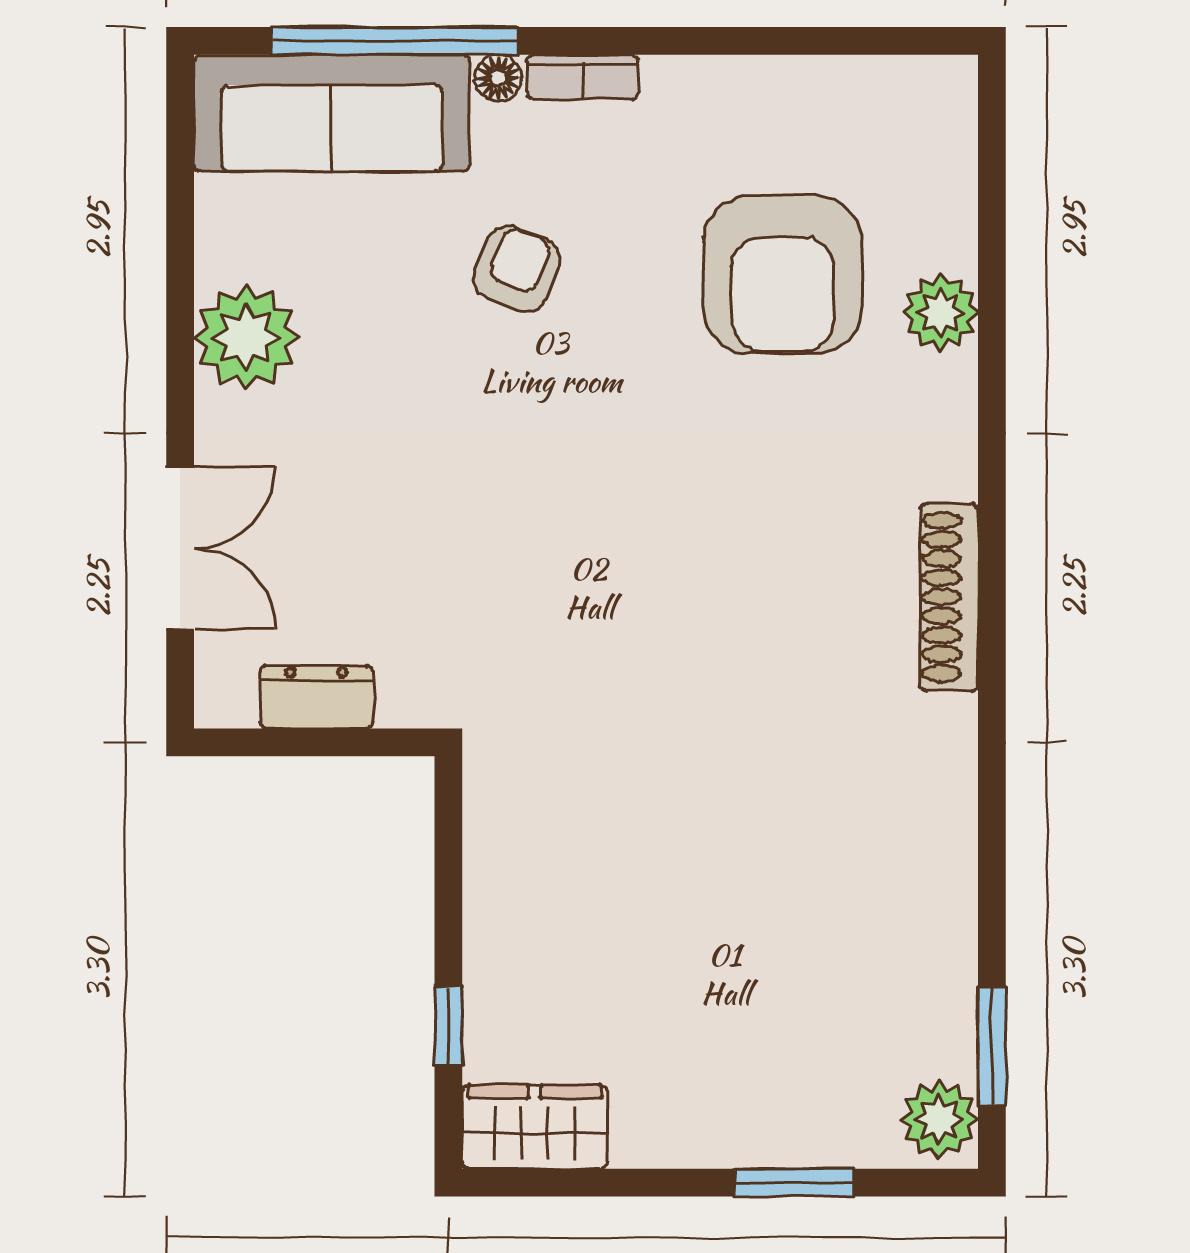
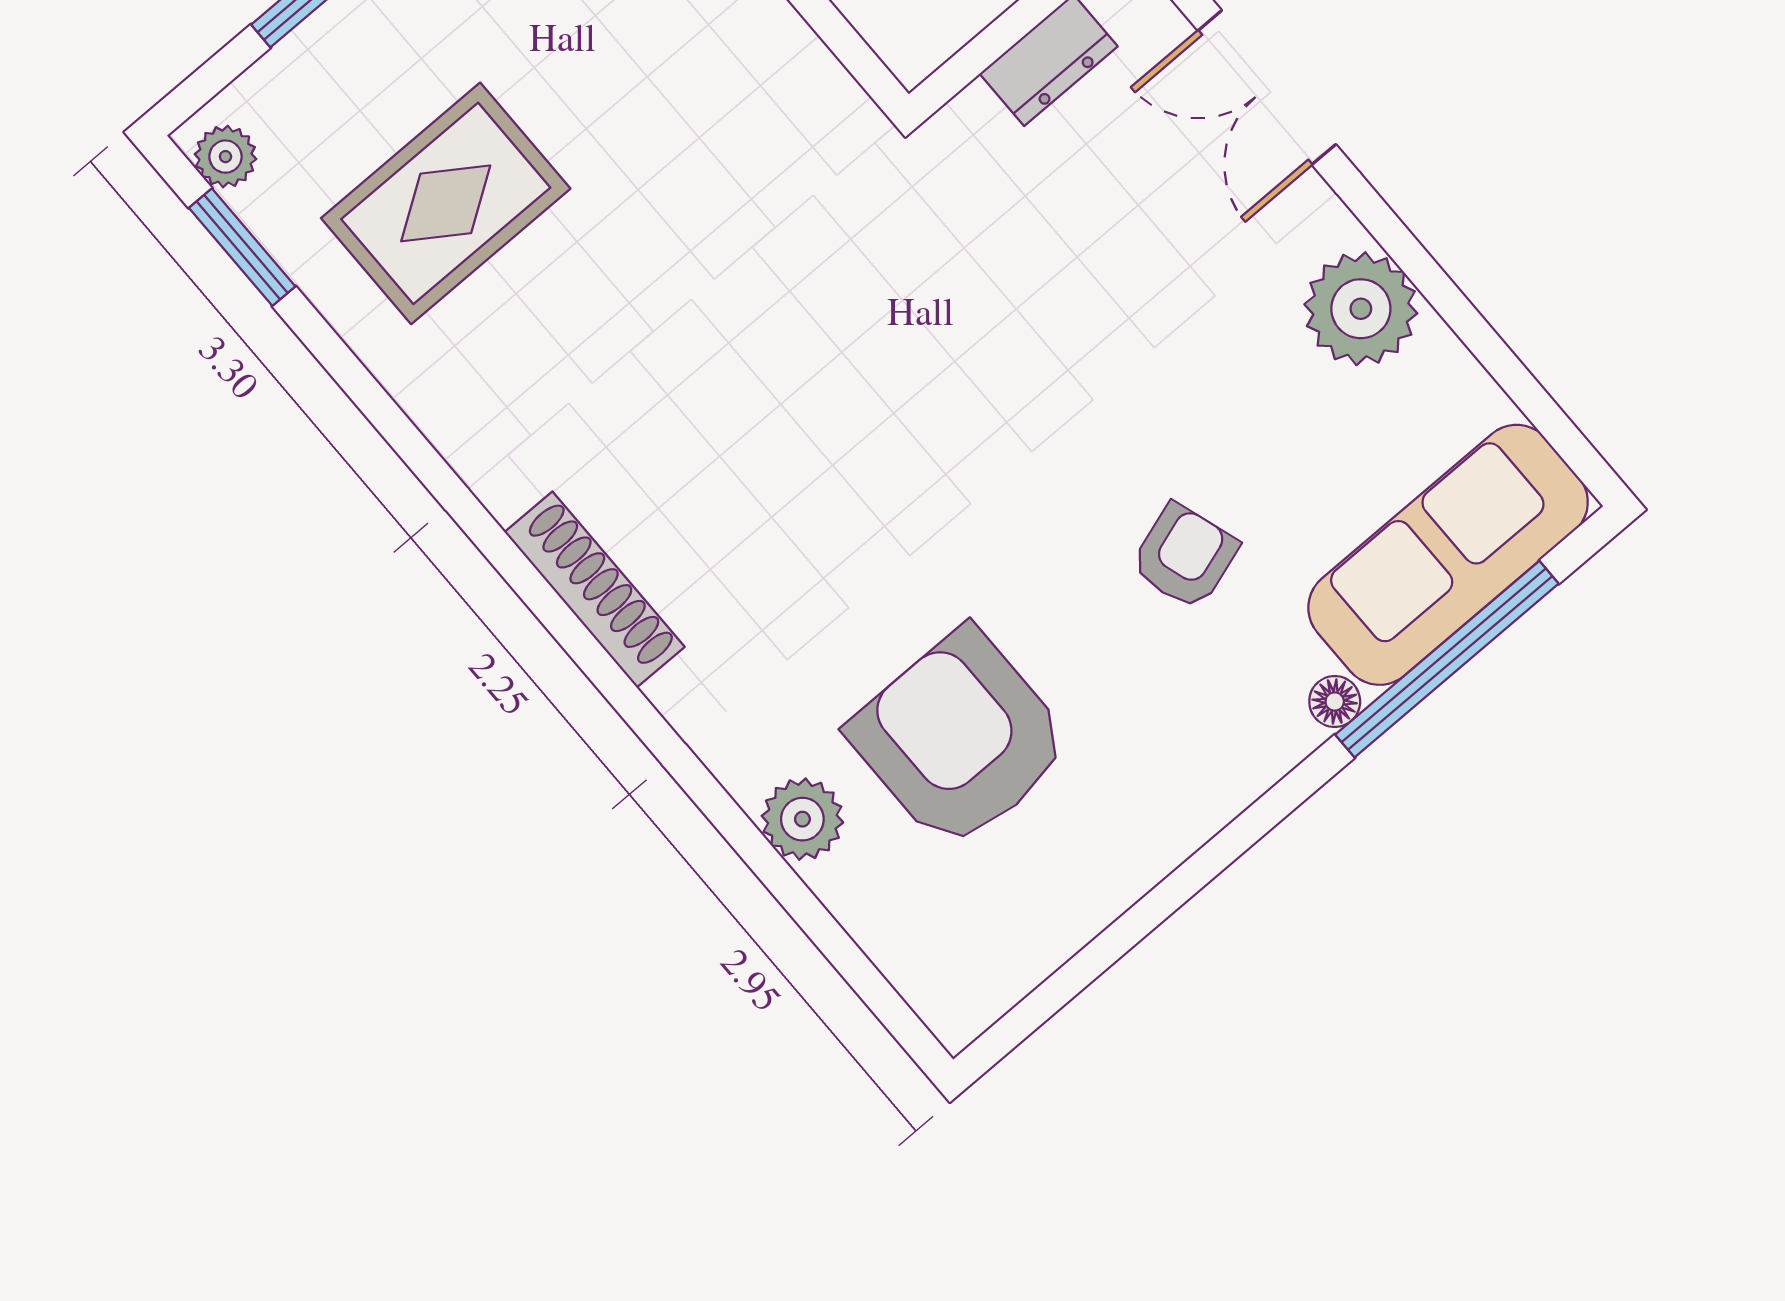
bookcase: (583, 77) -> (1265, 762), removed
armchair: (517, 269) -> (1185, 556), turned -130
rug: (823, 955) -> (446, 203), added
plant: (939, 1119) -> (225, 157), width x0.73, depth x0.73

